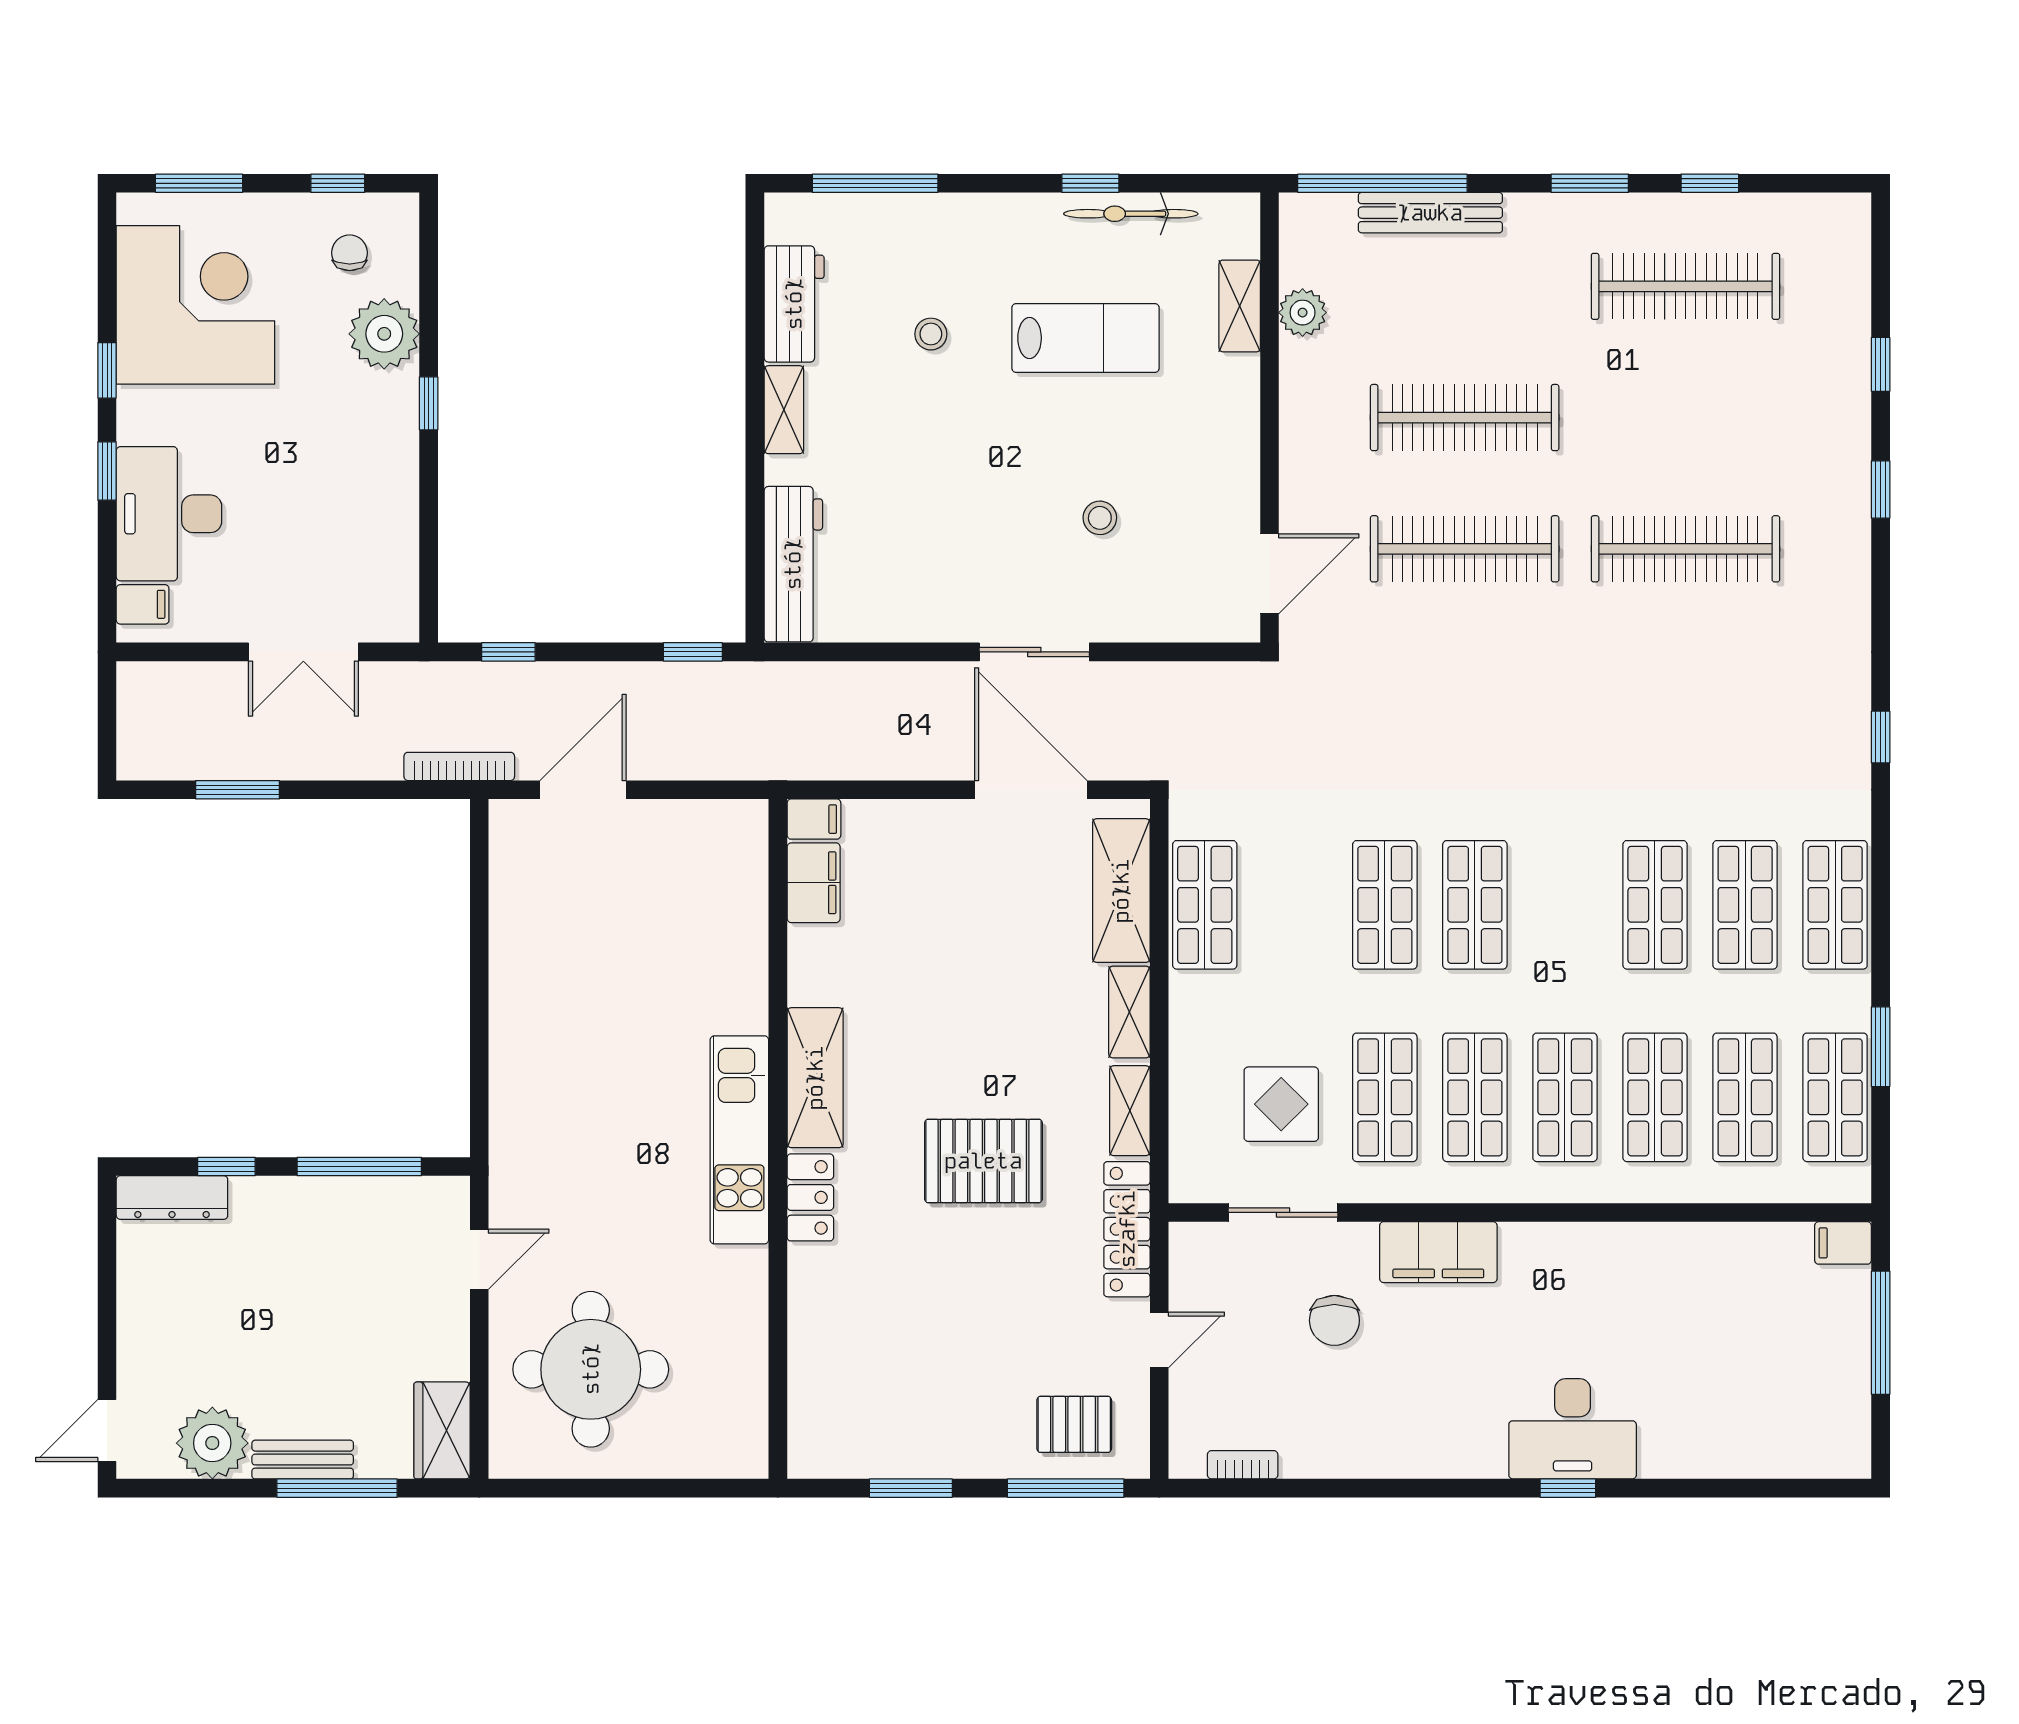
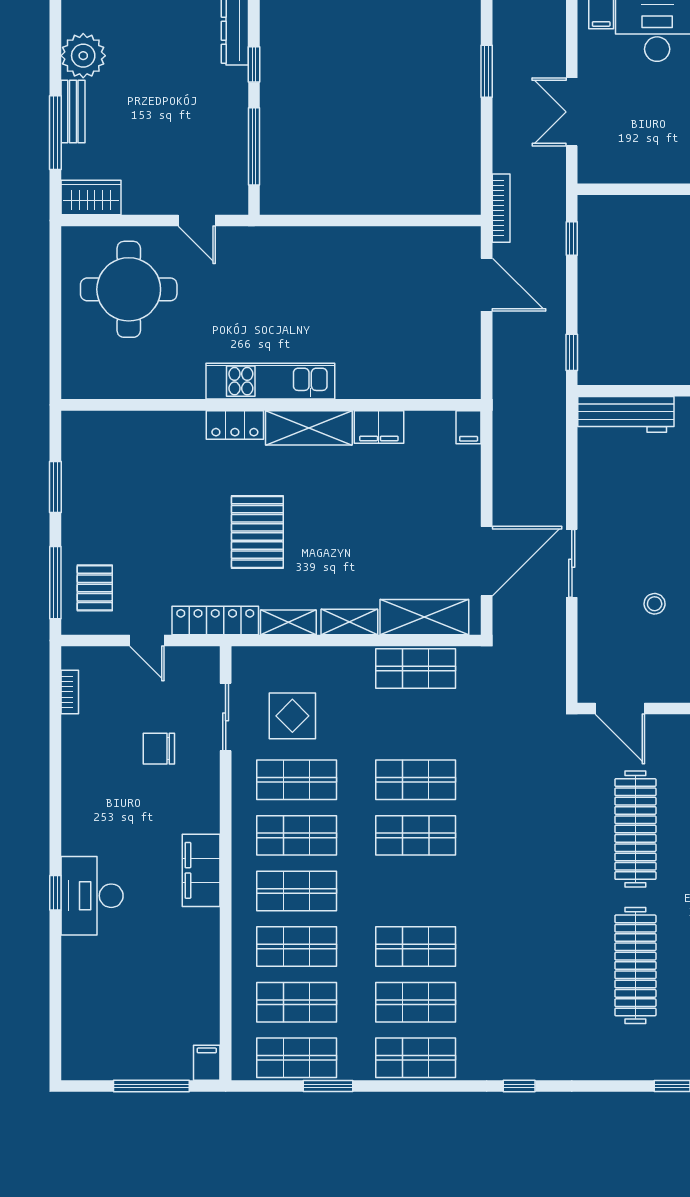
filing cabinet: (814, 883) -> (379, 427), moved
filing cabinet: (1438, 1252) -> (201, 870), moved

